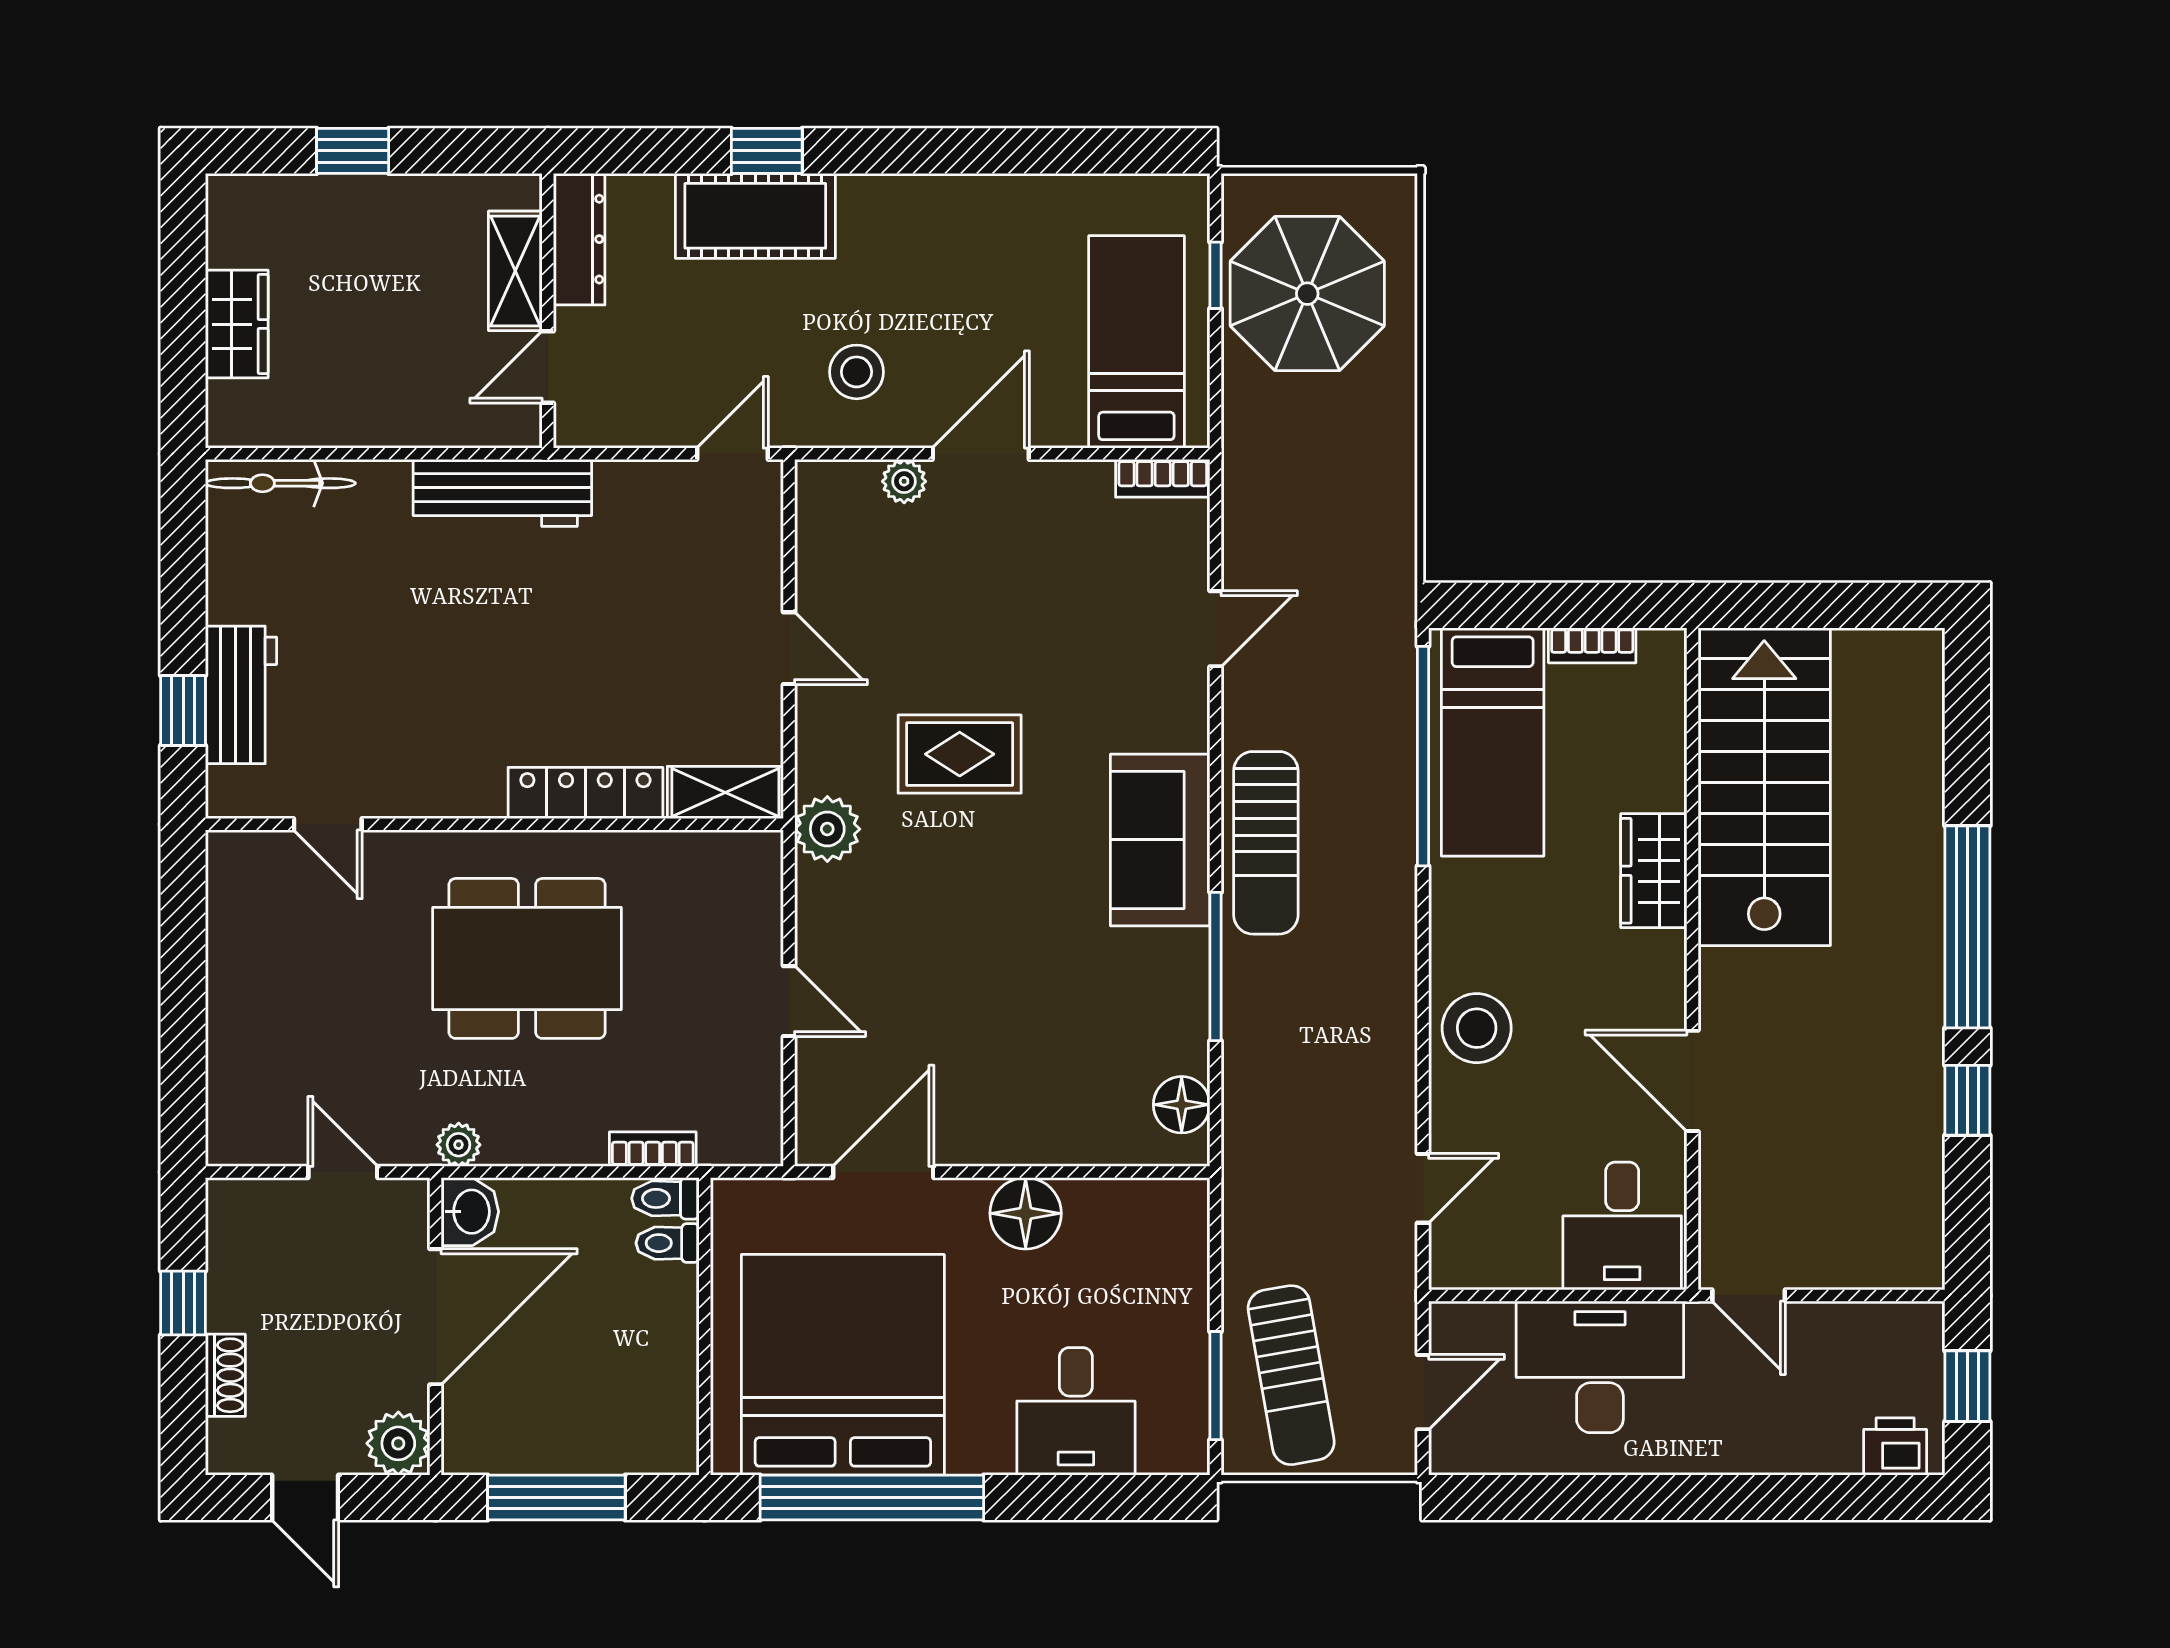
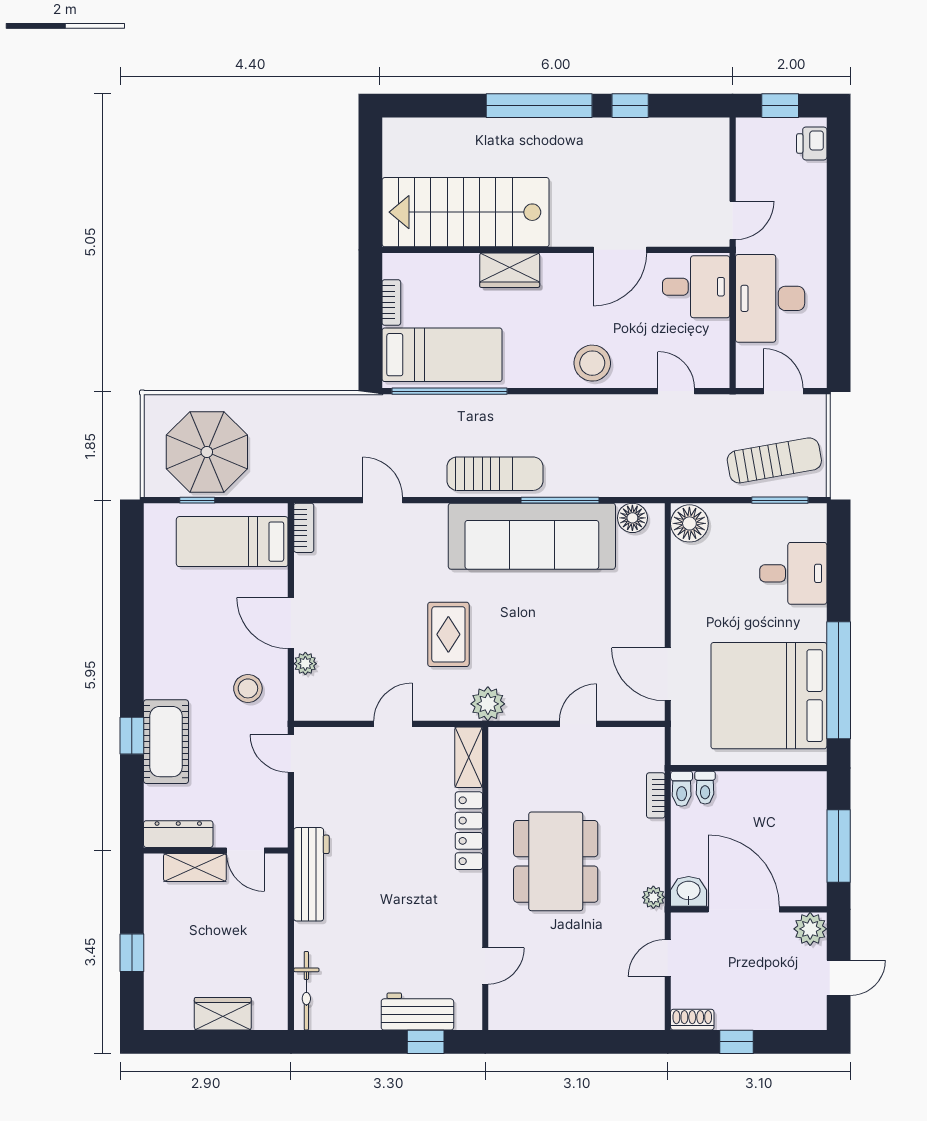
sofa: (1160, 840) -> (532, 536), width x1.85, depth x1.27
floor lamp: (1026, 1213) -> (689, 523), moved
shoe rack: (225, 1375) -> (692, 1020), moved

